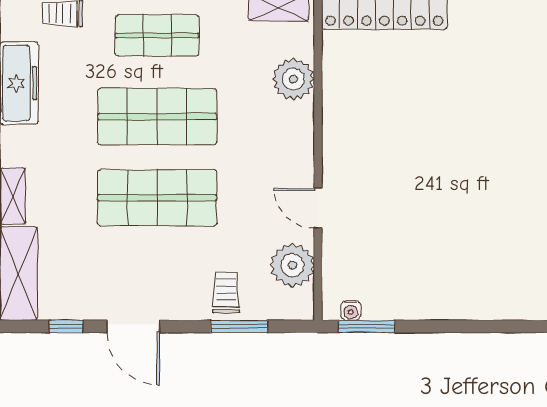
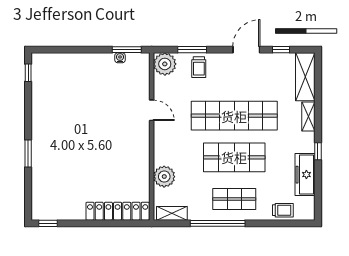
shop shelf: (157, 198) -> (234, 116), width x1.40
plant: (292, 265) -> (165, 64), moved
water cooler: (351, 311) -> (120, 58), moved
door: (133, 326) -> (246, 50), hinge flipped

